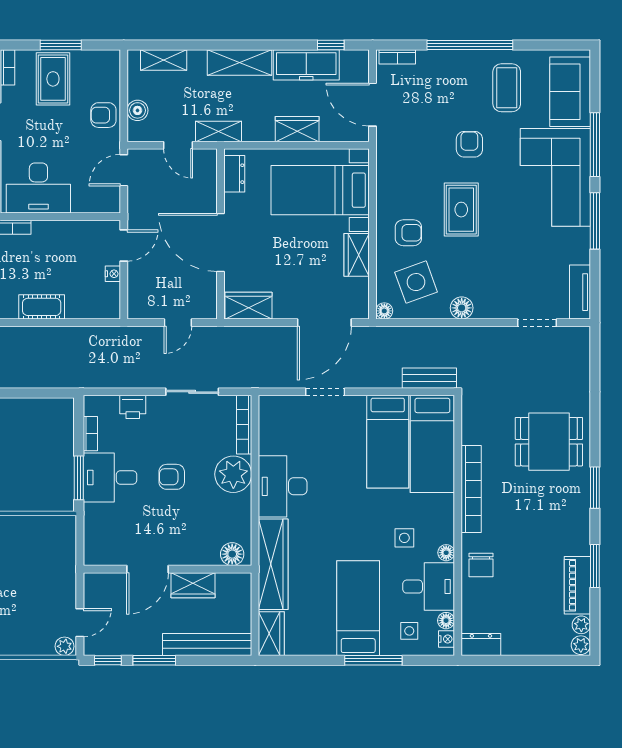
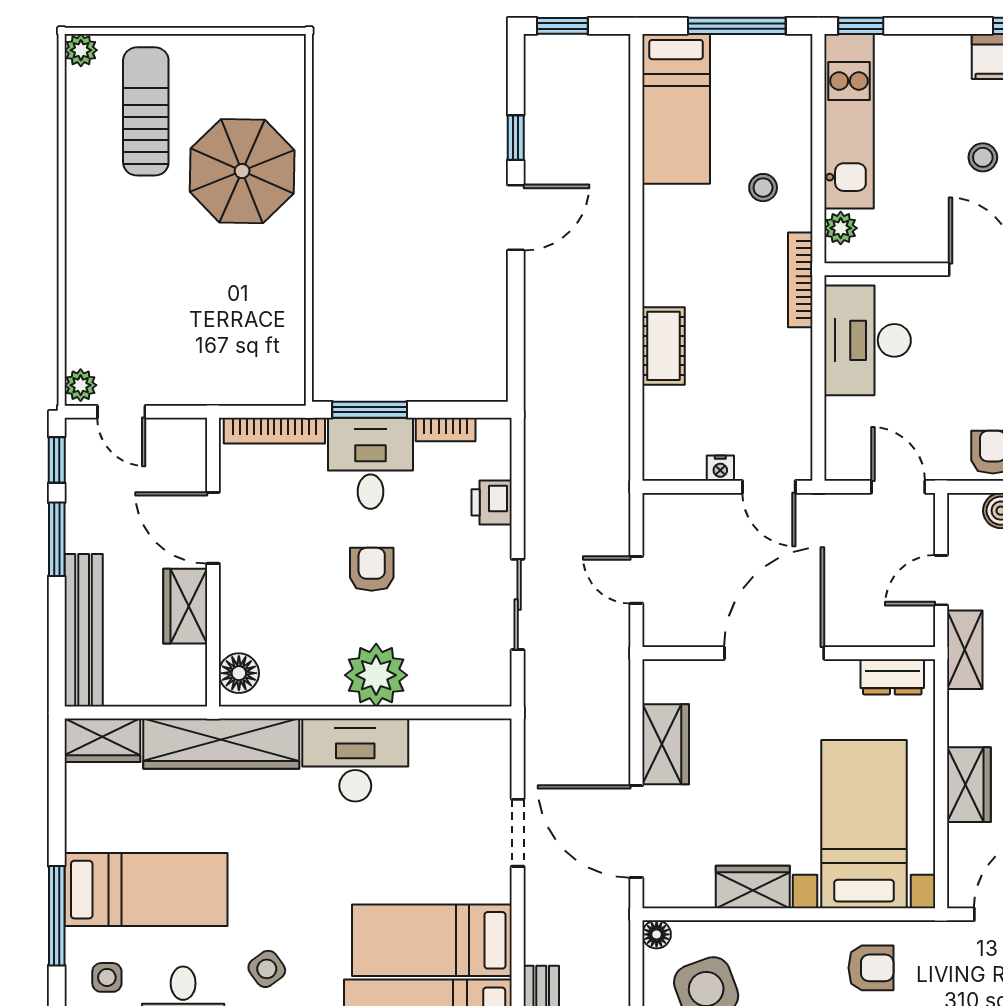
armchair: (408, 233) -> (871, 968), moved, turned -90
wardrobe: (248, 306) -> (666, 744), moved
bookcase: (244, 425) -> (274, 431), moved, turned 180
side table: (404, 538) -> (267, 969), turned -36

